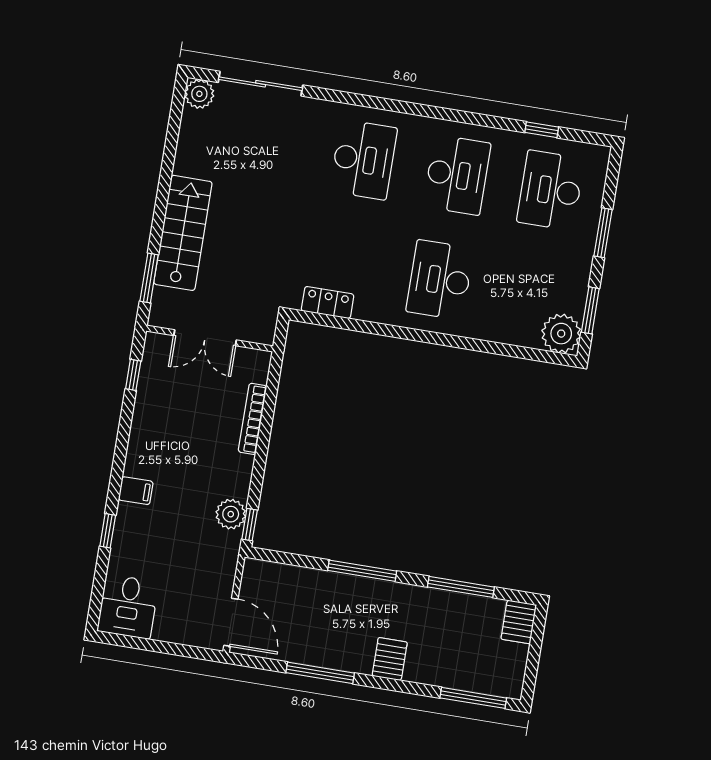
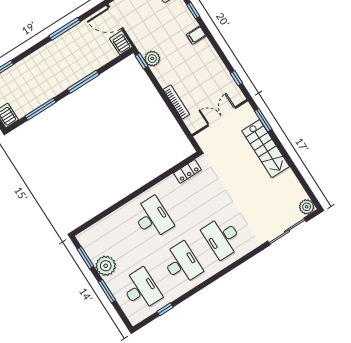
desk: (457, 175) -> (182, 264), turned 180
plant: (561, 334) -> (106, 266), moved
server rack: (390, 659) -> (121, 43), moved, turned 180

